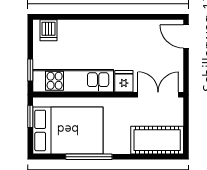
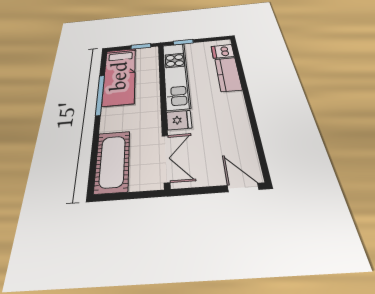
kitchen counter: (78, 30) -> (228, 74), added
door: (186, 36) -> (243, 187), hinge flipped
bed: (68, 130) -> (120, 76), width x0.67

